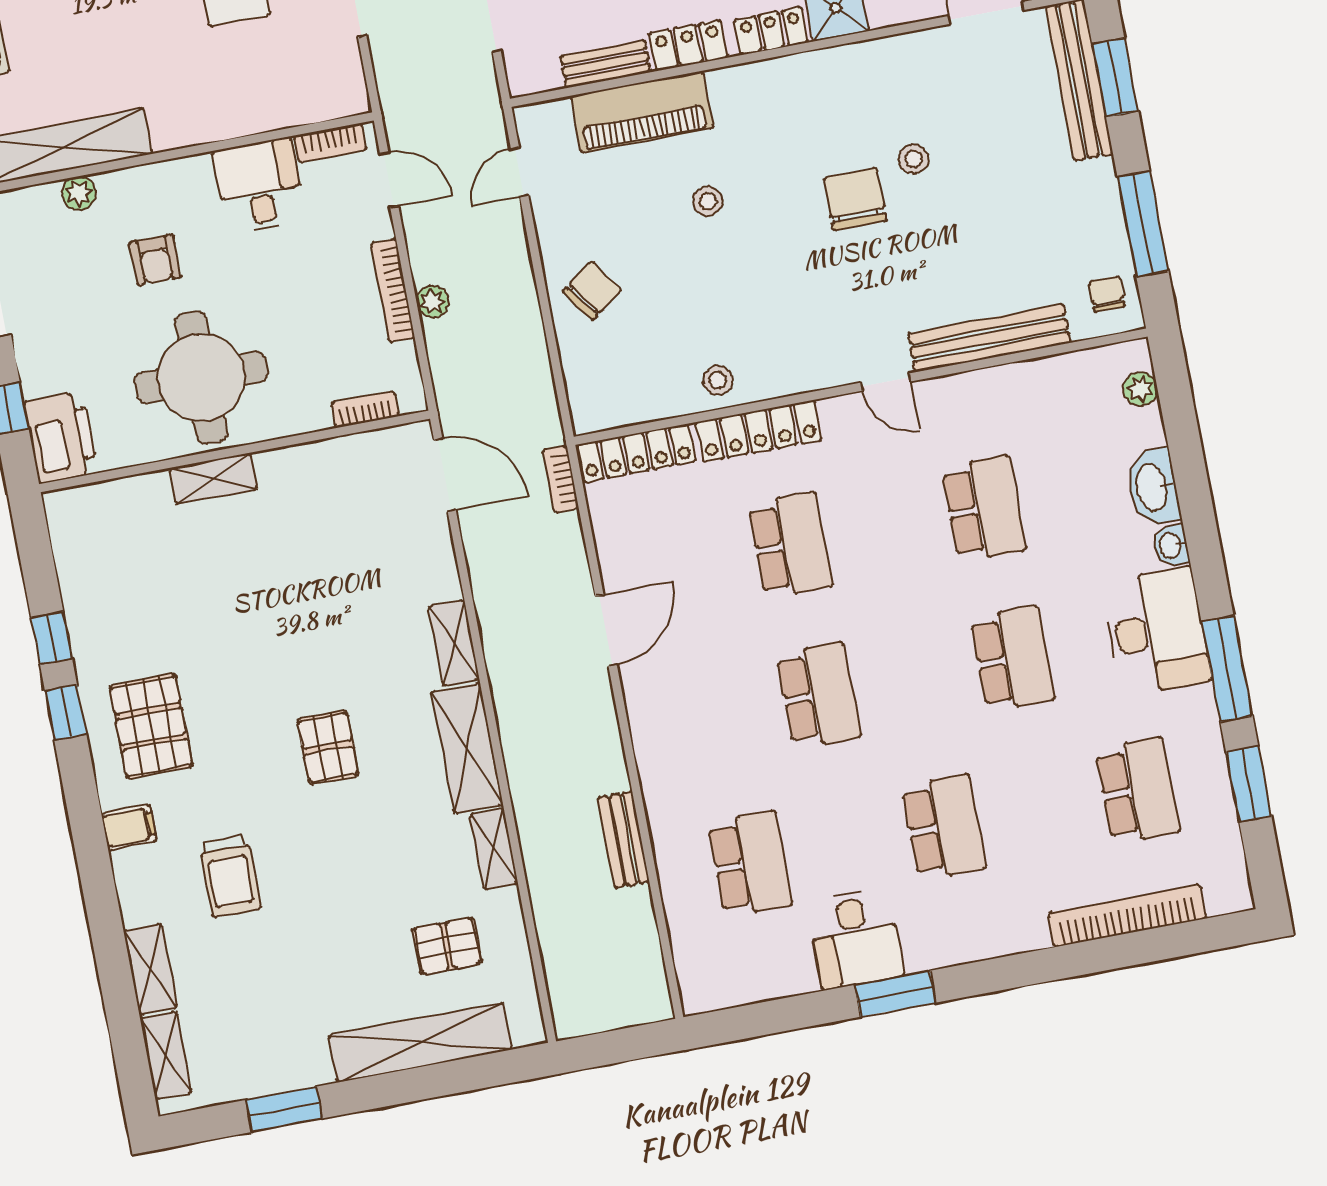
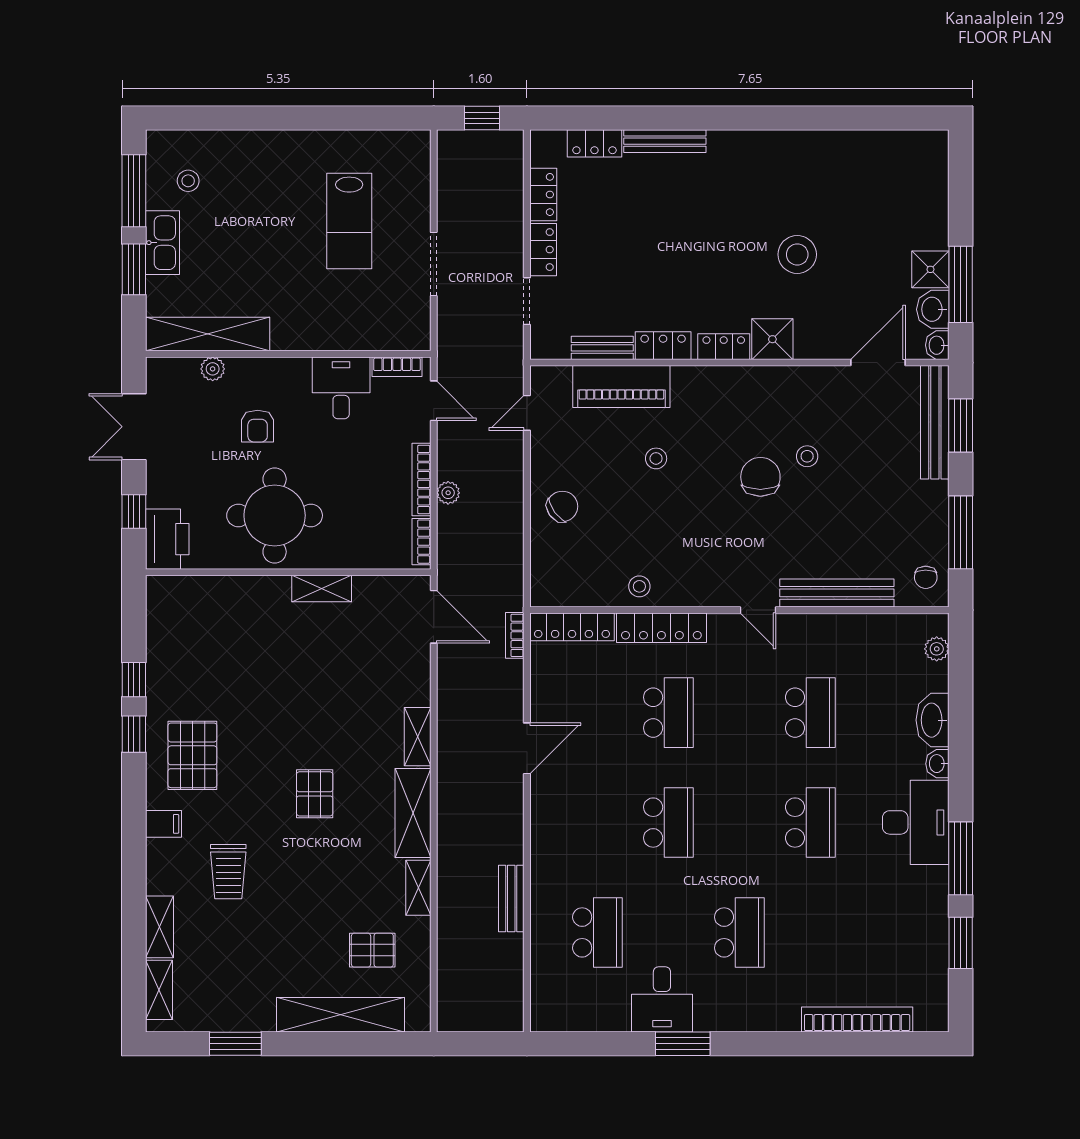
chair: (1107, 294) -> (926, 577), turned 180
bookcase: (365, 410) -> (421, 542), moved, turned -90
shelving: (213, 479) -> (322, 588), moved
school desk: (1138, 790) -> (881, 932), removed

